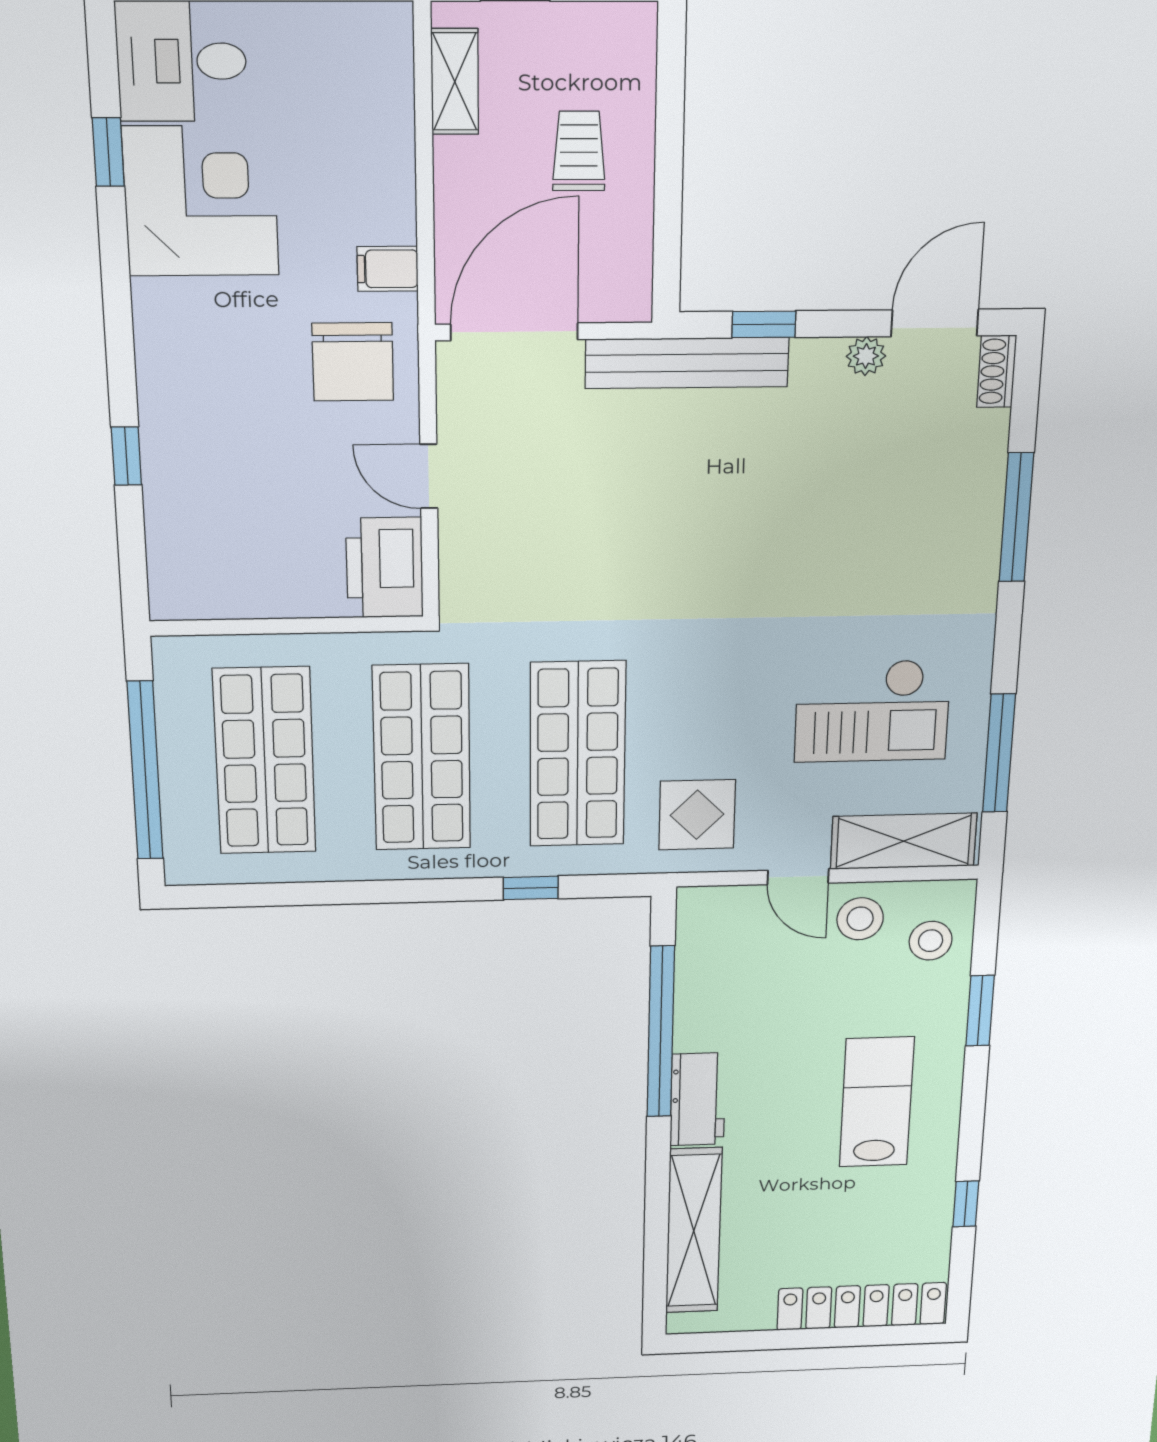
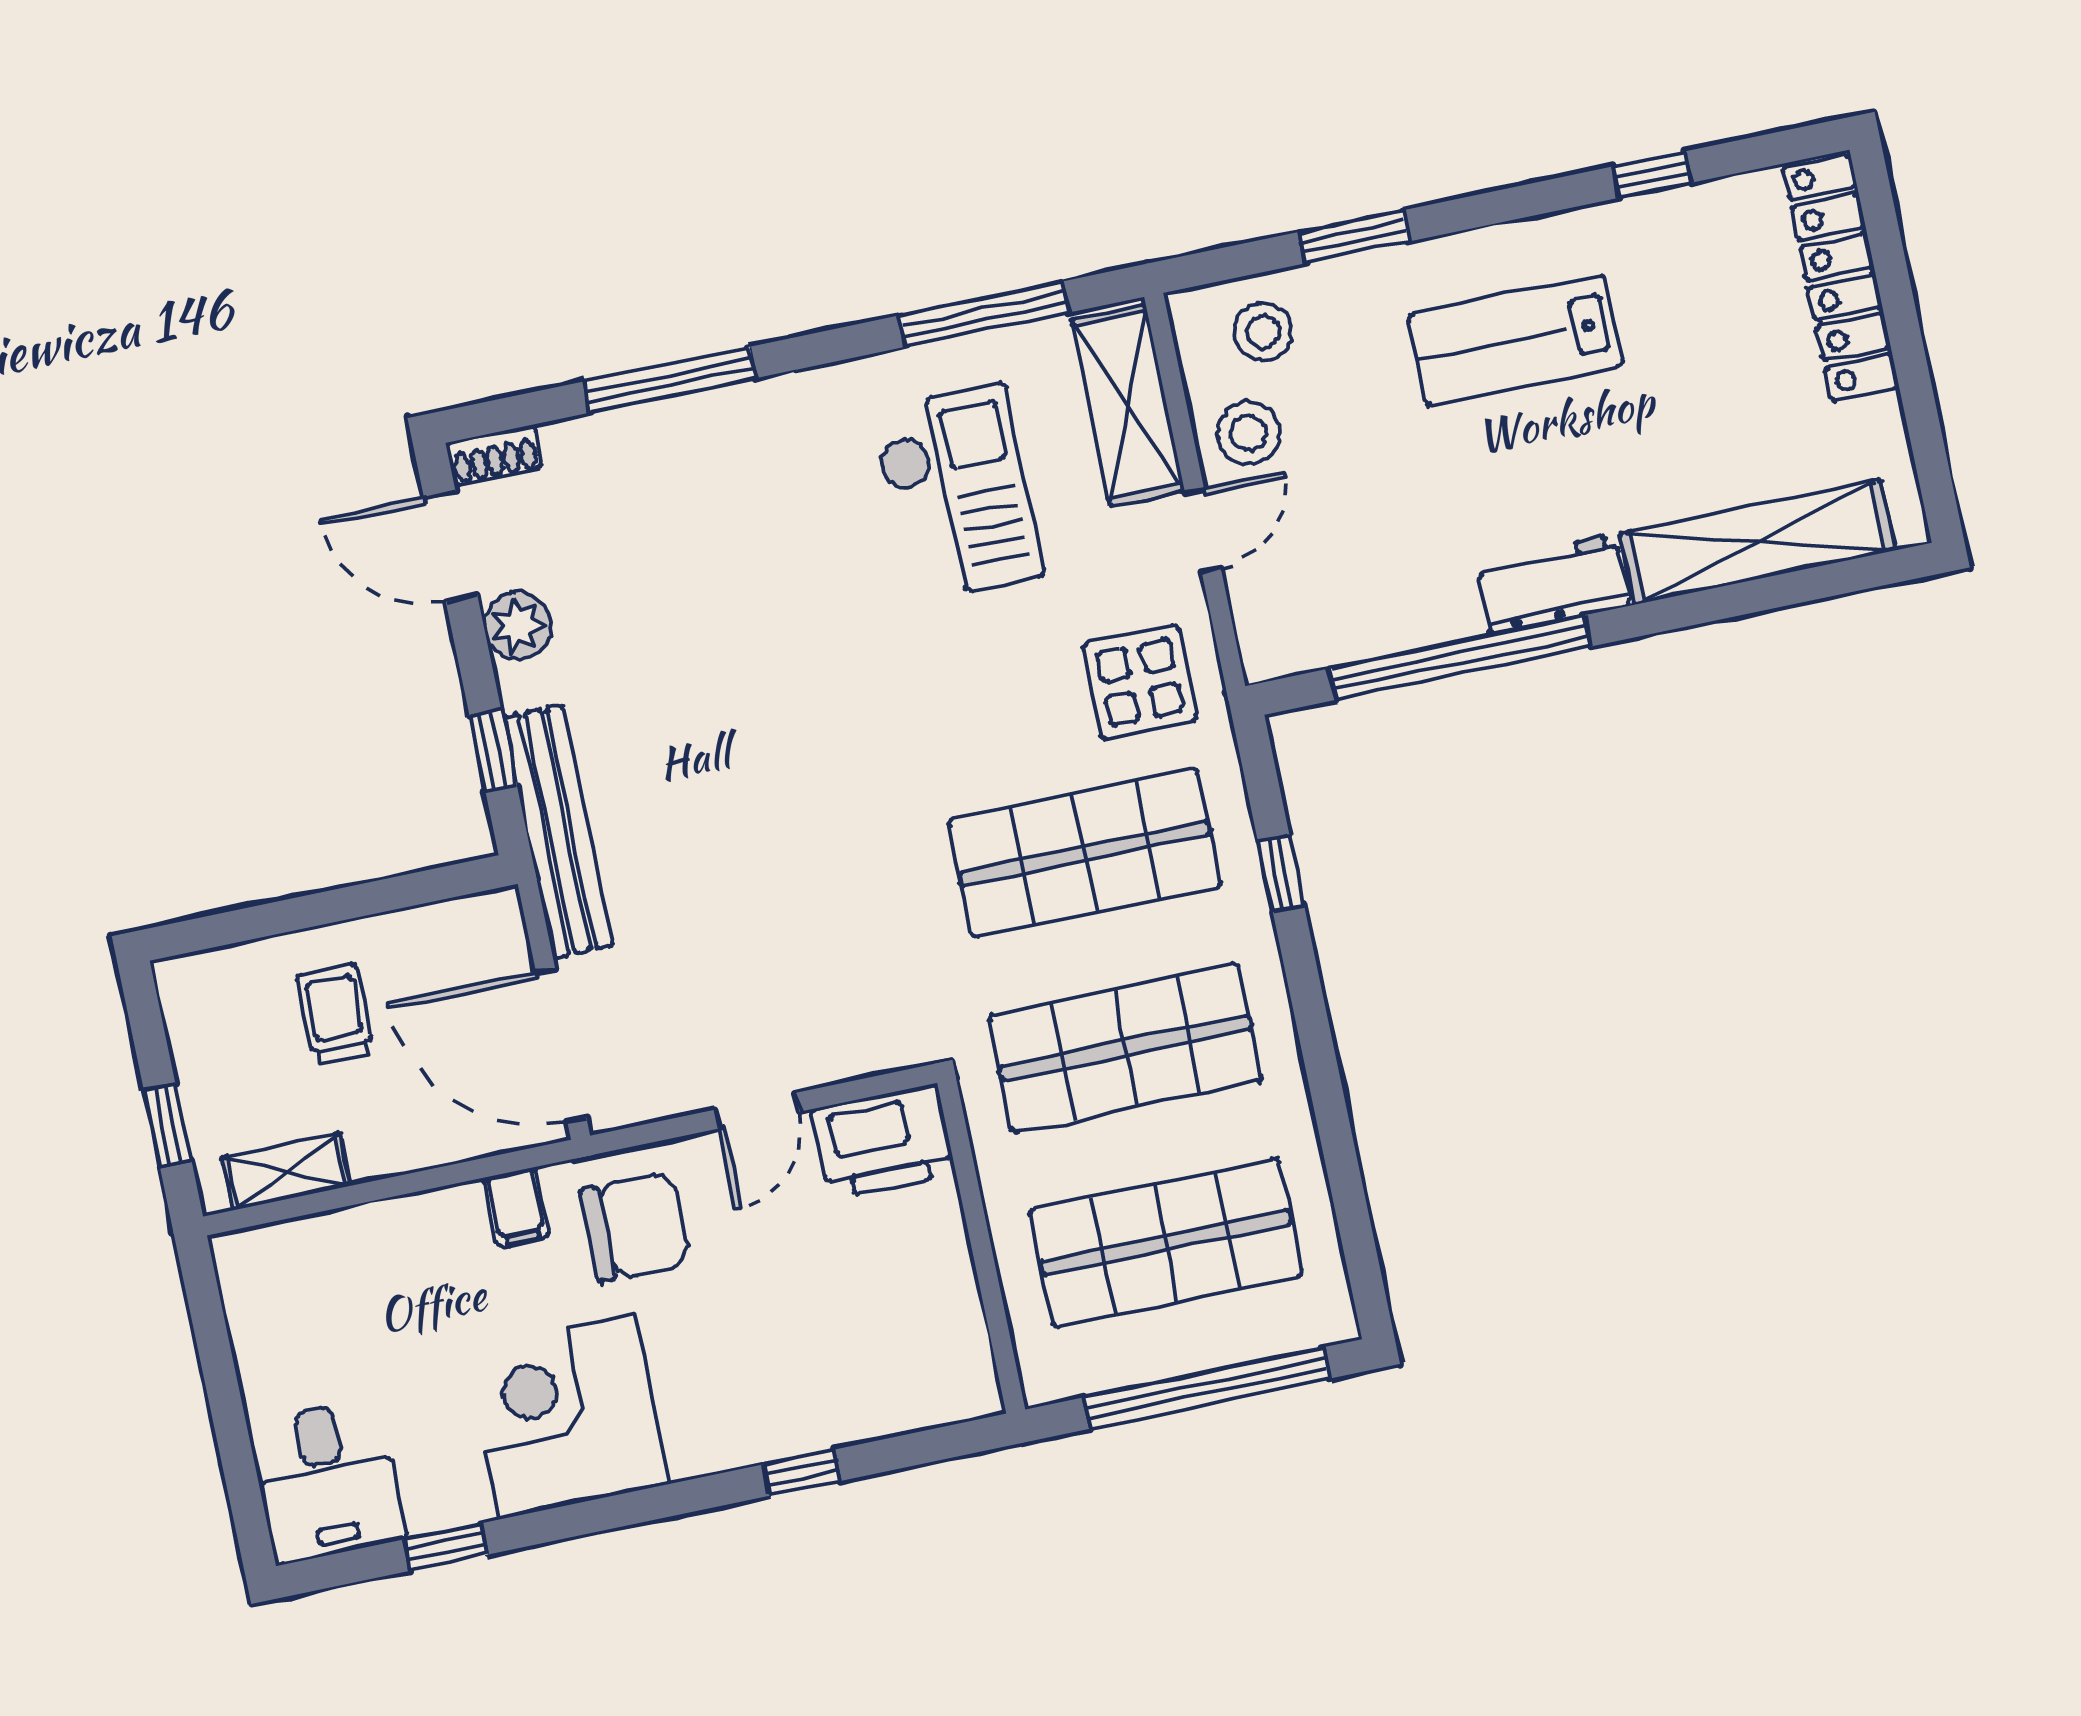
trolley: (579, 151) -> (335, 1014), turned 90
corner desk: (201, 201) -> (567, 1416), moved
plant: (866, 356) -> (518, 626), width x1.38, depth x1.38

